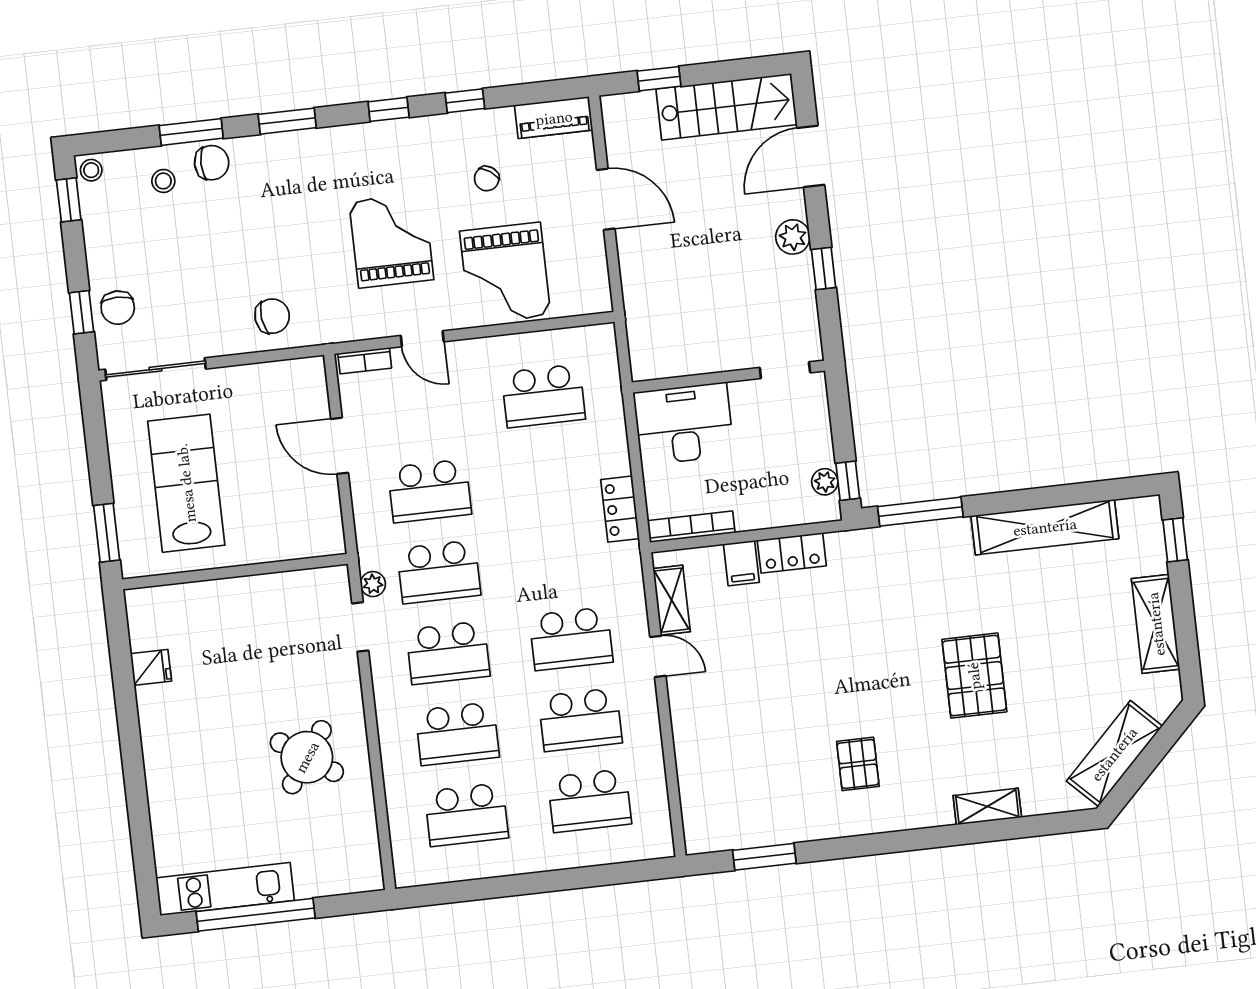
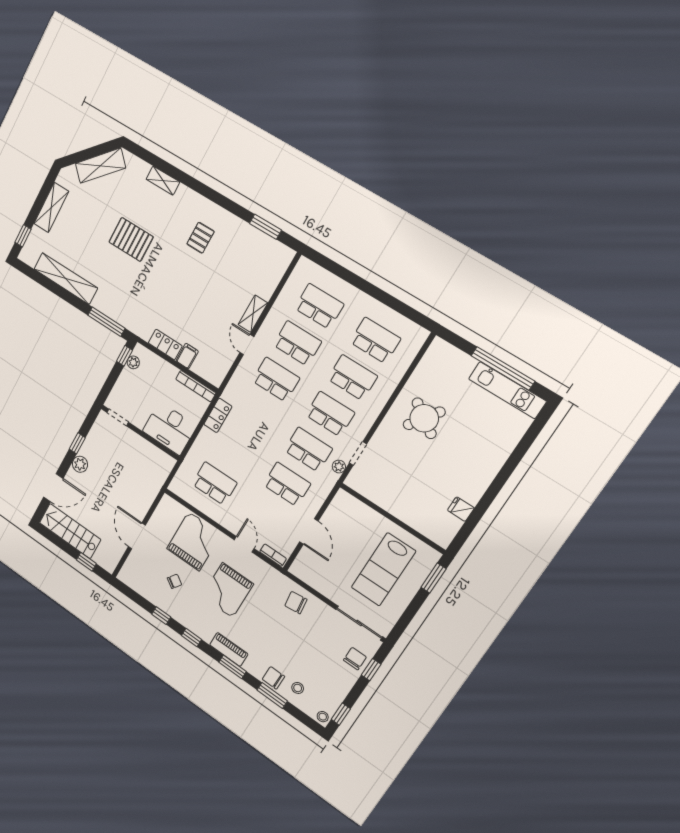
piano: (554, 118) -> (229, 649), moved
shelving: (672, 600) -> (253, 314), moved
pallet: (974, 676) -> (131, 239), turned 90

